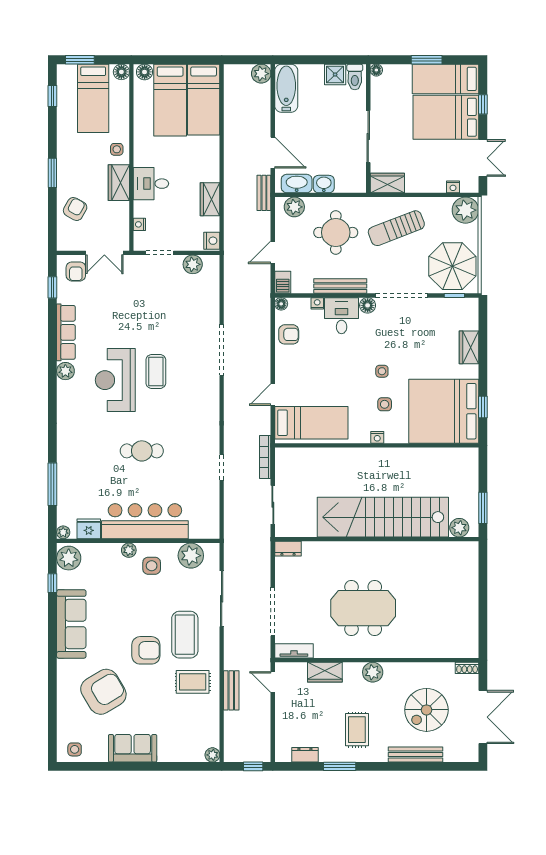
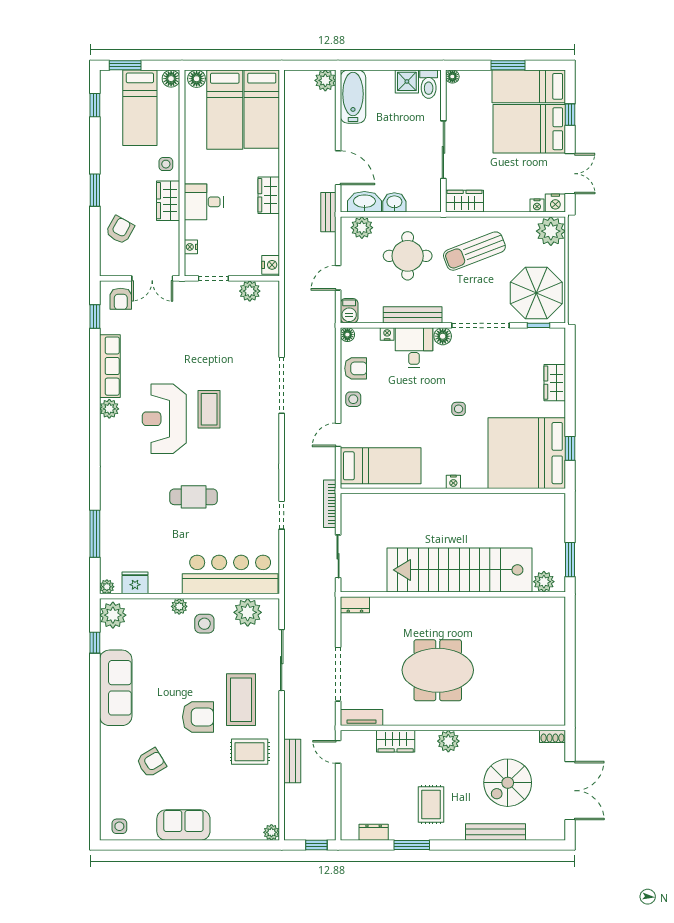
nightstand: (470, 185) -> (555, 203), added
wardrobe: (210, 199) -> (269, 195), moved
side table: (385, 404) -> (353, 399), moved
bar counter: (145, 521) -> (230, 574), moved
armchair: (103, 692) -> (151, 763), width x0.53, depth x0.53

